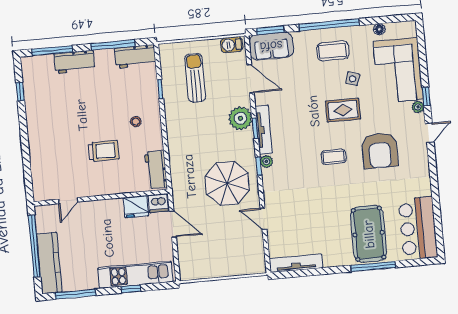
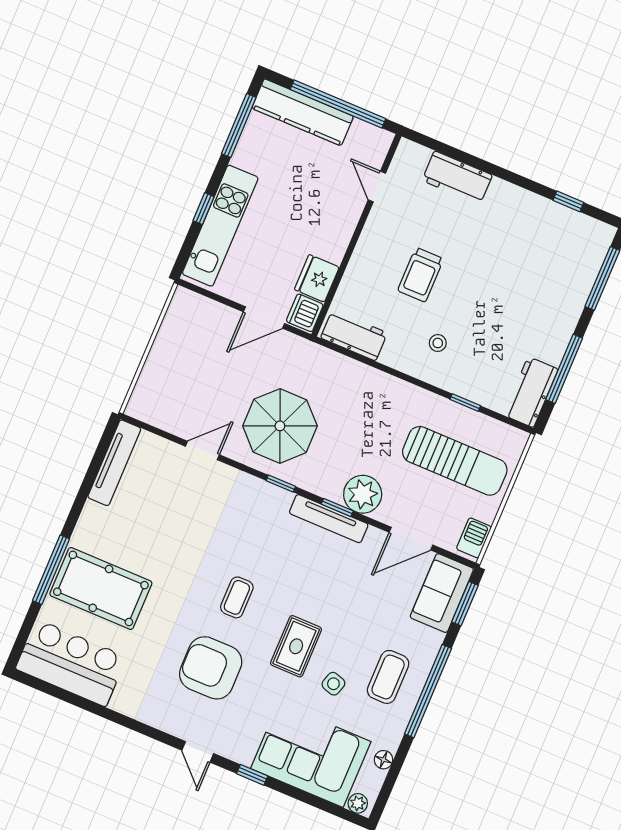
workbench: (74, 62) -> (457, 178), moved, turned -90
sun lounger: (195, 78) -> (455, 461), width x1.36, depth x1.34
plant: (418, 107) -> (358, 803), moved
plant: (266, 161) -> (282, 498), removed

